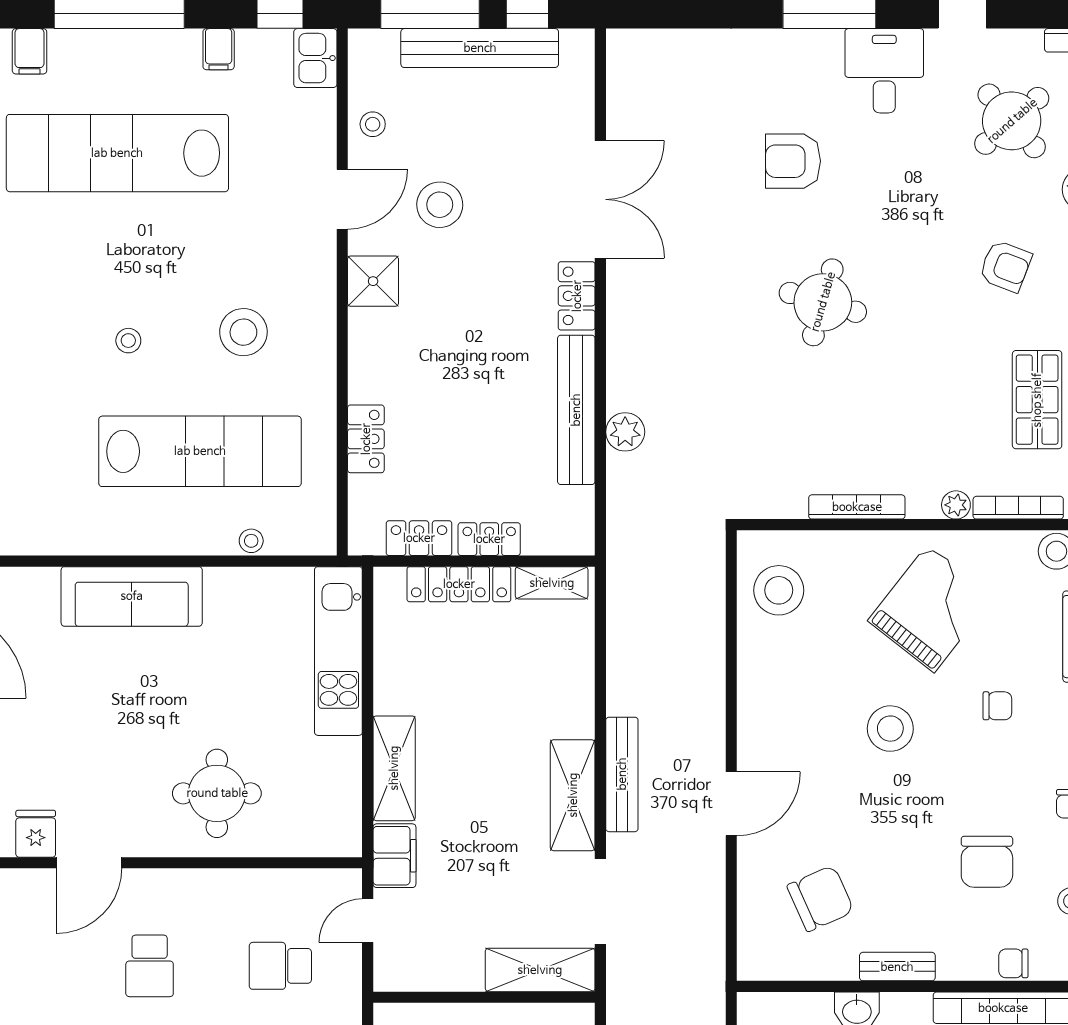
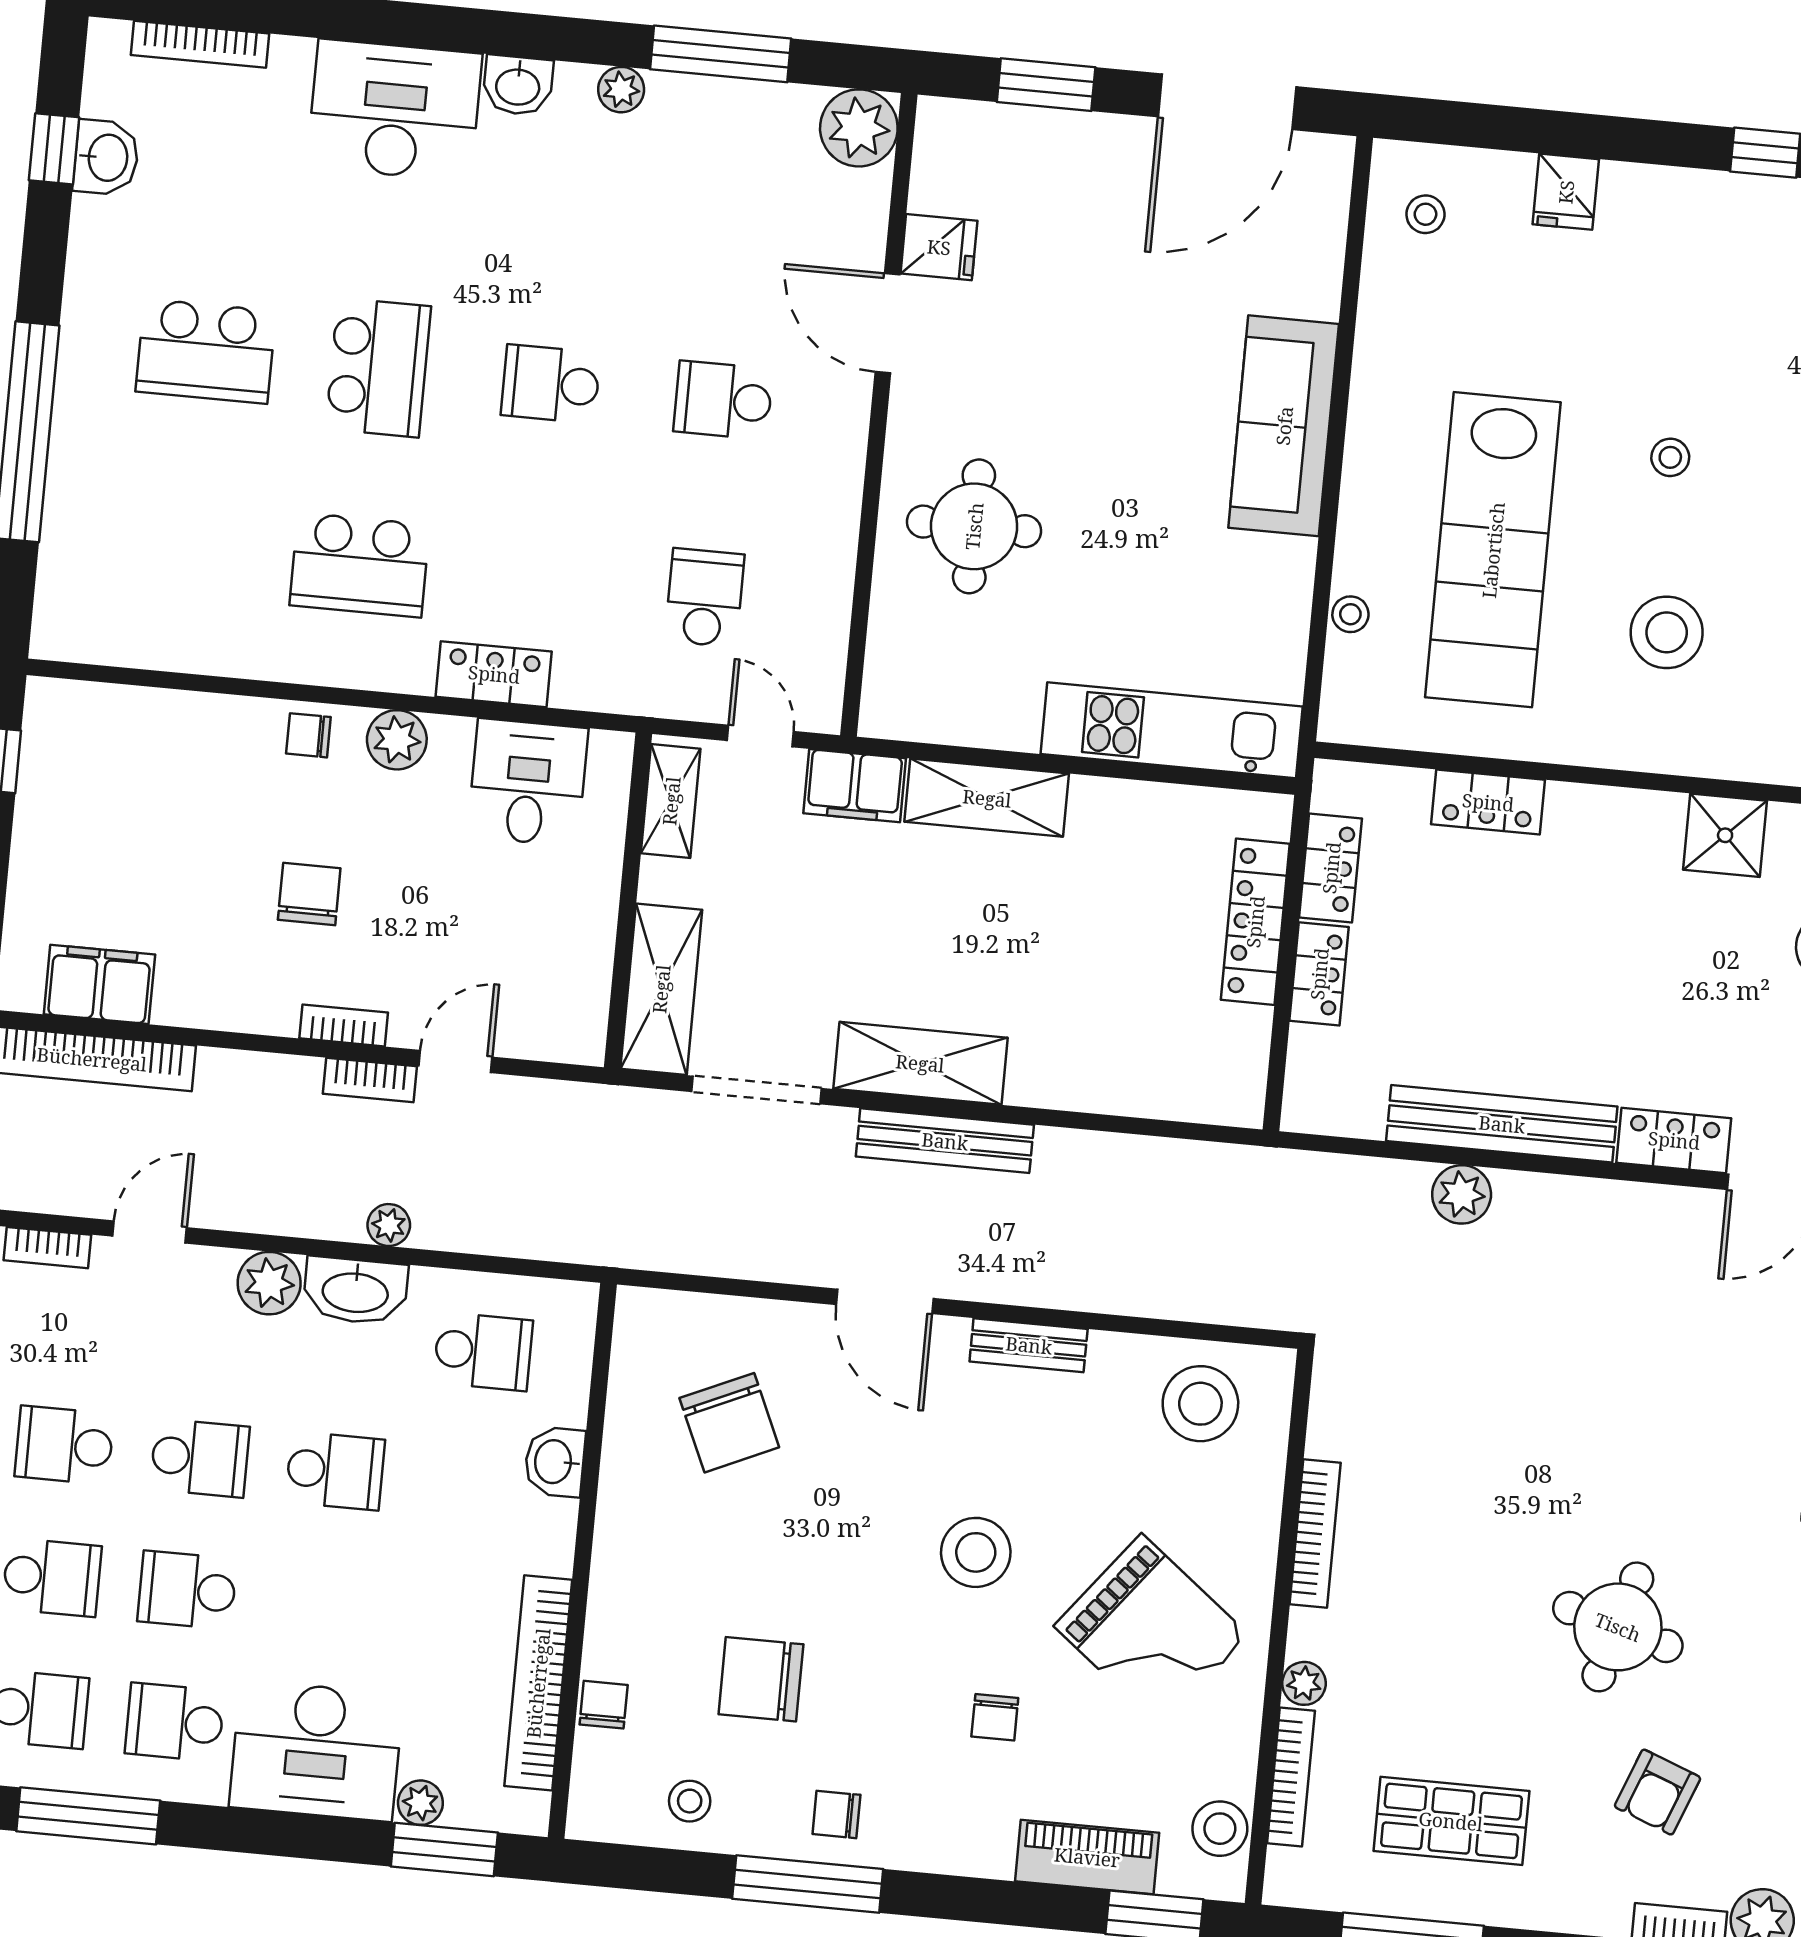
round table: (823, 302) -> (1618, 1627), moved
shelving: (552, 583) -> (671, 801), moved
bench: (897, 967) -> (1029, 1345), moved, turned 90

